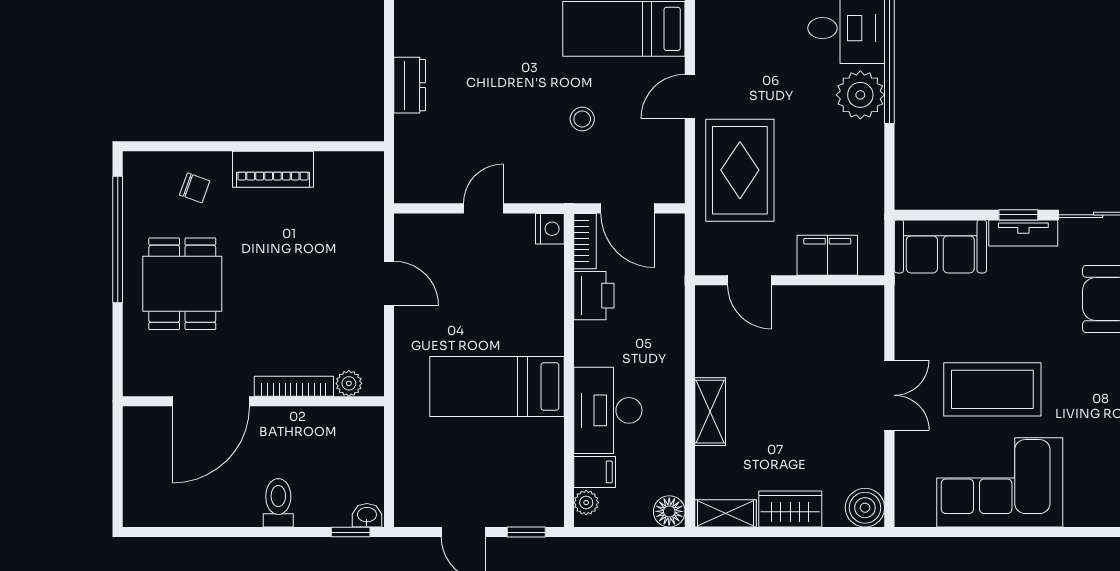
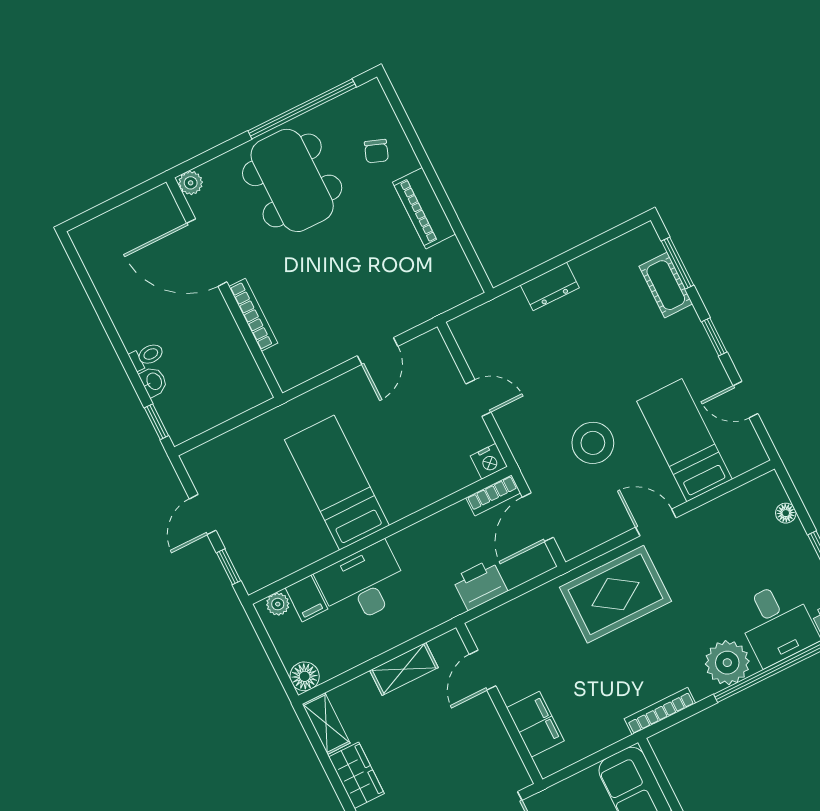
stool: (582, 119) -> (593, 443), width x1.89, depth x1.89
bookcase: (875, 184) -> (660, 711), added
filing cabinet: (827, 255) -> (535, 724), moved
door: (749, 280) -> (483, 670), moved
wall: (790, 280) -> (499, 703), moved
dining table: (182, 284) -> (292, 180), width x1.38
printer: (594, 296) -> (480, 585), moved, turned 180
plant: (349, 383) -> (191, 183), moved
toilet: (278, 503) -> (147, 356), width x0.73, depth x0.72
washbasin: (367, 515) -> (154, 382), moved

